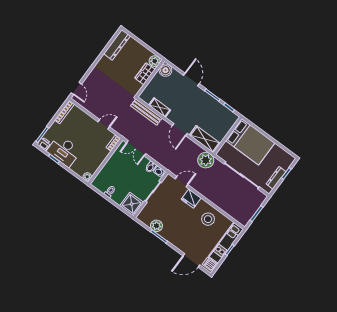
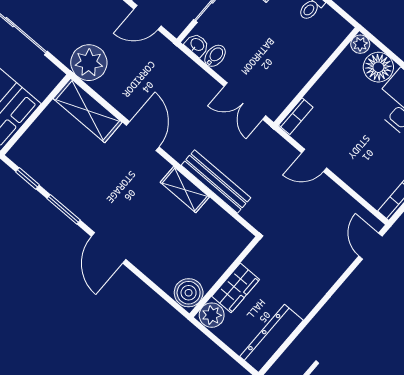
plant: (155, 61) -> (212, 315), moved
boiler: (165, 70) -> (189, 293), moved
wardrobe: (145, 74) -> (236, 288), moved
wall: (150, 78) -> (225, 277), moved
double door: (136, 148) -> (245, 101), swing flipped
floor lamp: (79, 167) -> (378, 67), added

